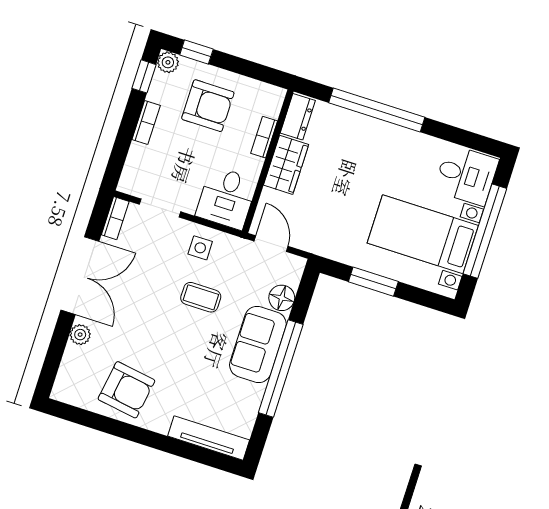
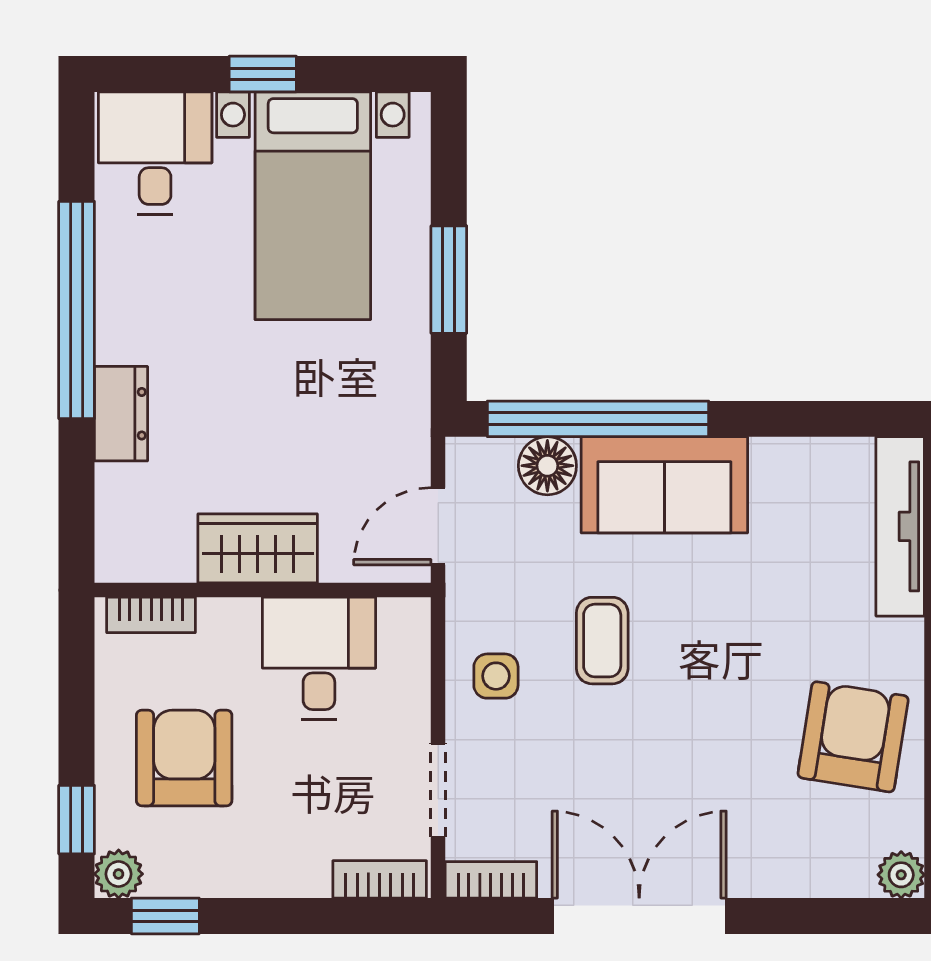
window: (377, 110) -> (77, 310), moved
dresser: (298, 117) -> (121, 414), moved, turned 90
bookcase: (146, 122) -> (380, 879), moved
bookcase: (264, 137) -> (151, 615), moved
desk: (227, 198) -> (319, 658), moved, turned -90
window: (485, 231) -> (263, 74), width x0.32
plant: (80, 335) -> (901, 875), moved
window: (281, 369) -> (598, 419), moved

